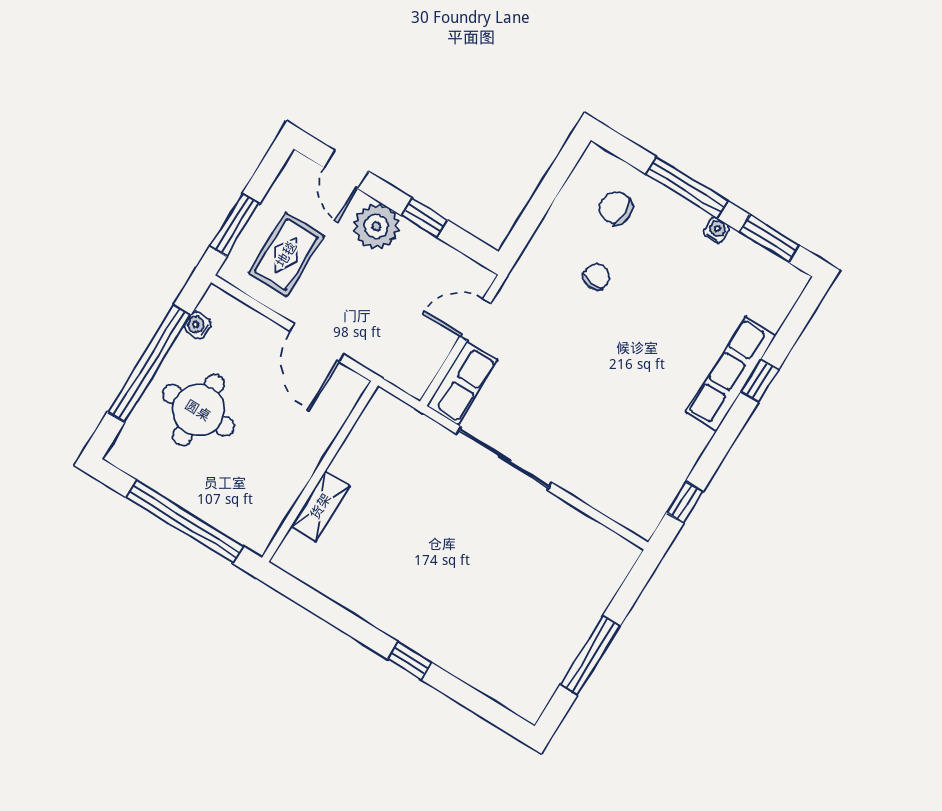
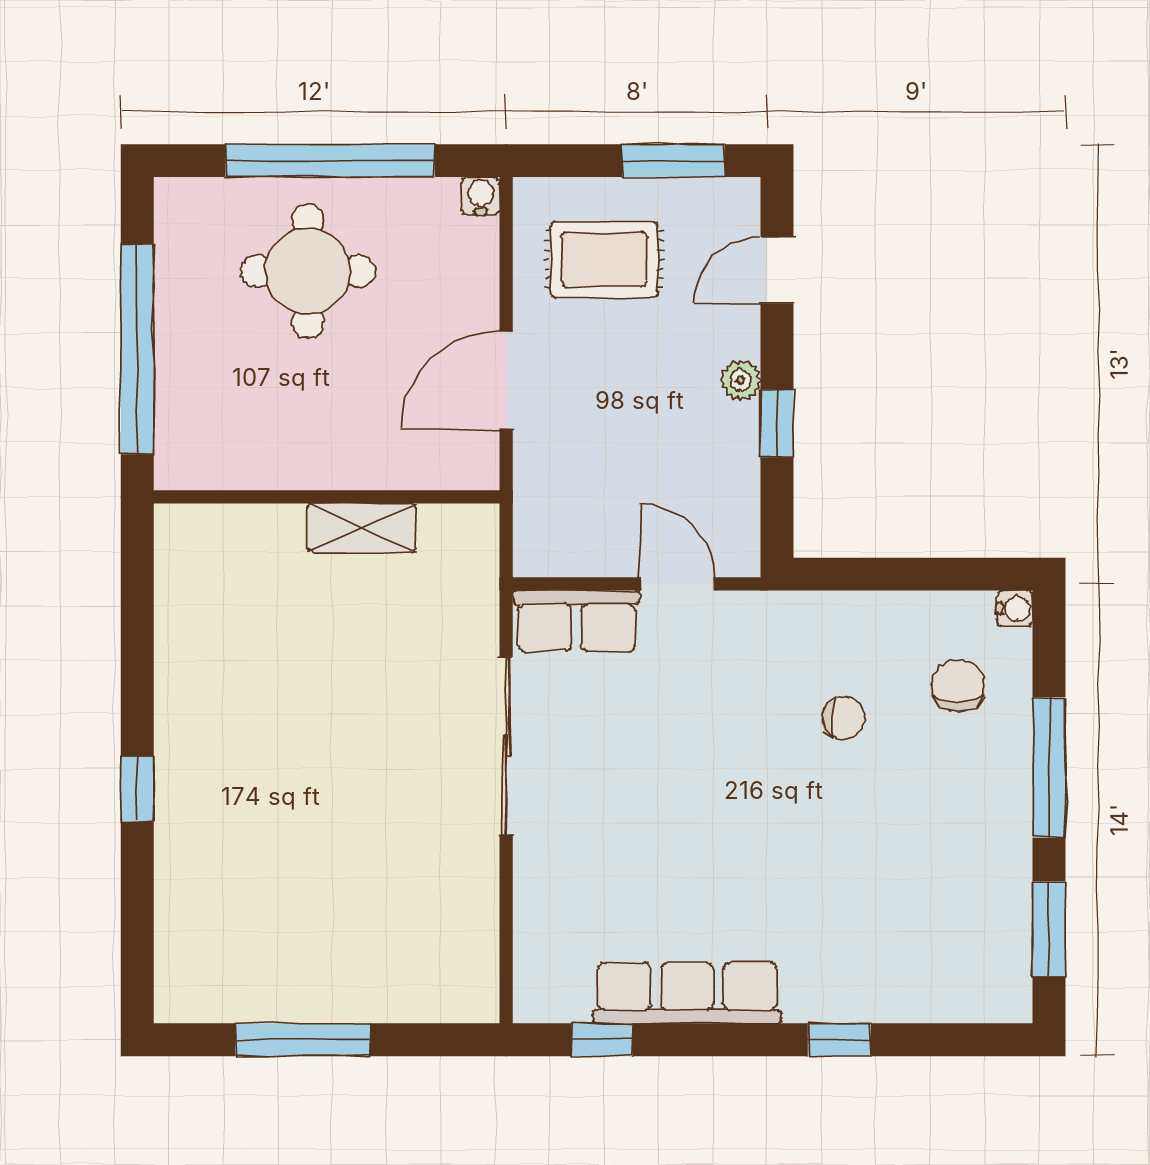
window: (235, 225) -> (673, 161), moved
plant: (376, 226) -> (740, 380), width x0.53, depth x0.53
water cooler: (716, 230) -> (1015, 608), moved
water cooler: (197, 325) -> (481, 196), moved
row of seats: (731, 374) -> (687, 993), moved
shelving: (320, 506) -> (362, 528), moved

